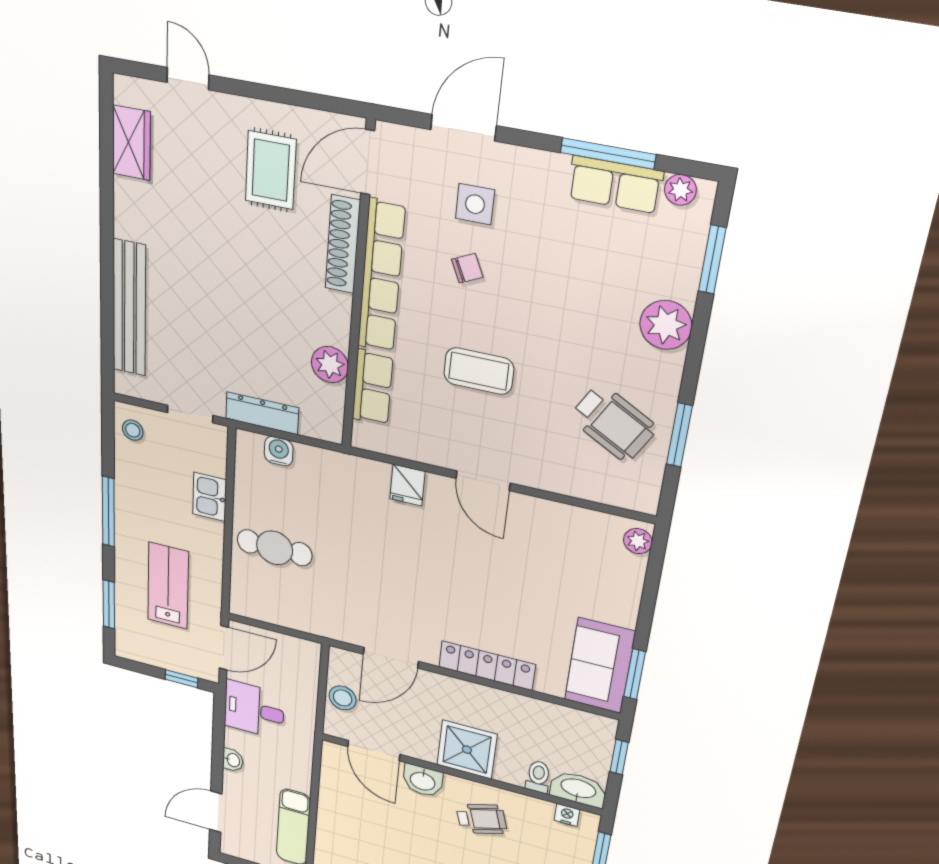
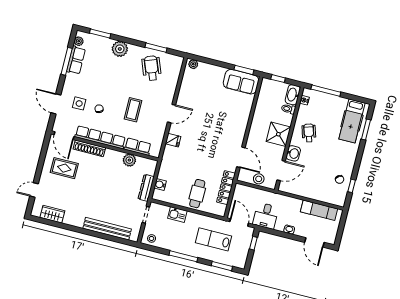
wheelchair: (613, 423) -> (152, 68), turned -50
locker: (487, 666) -> (226, 188), moved

